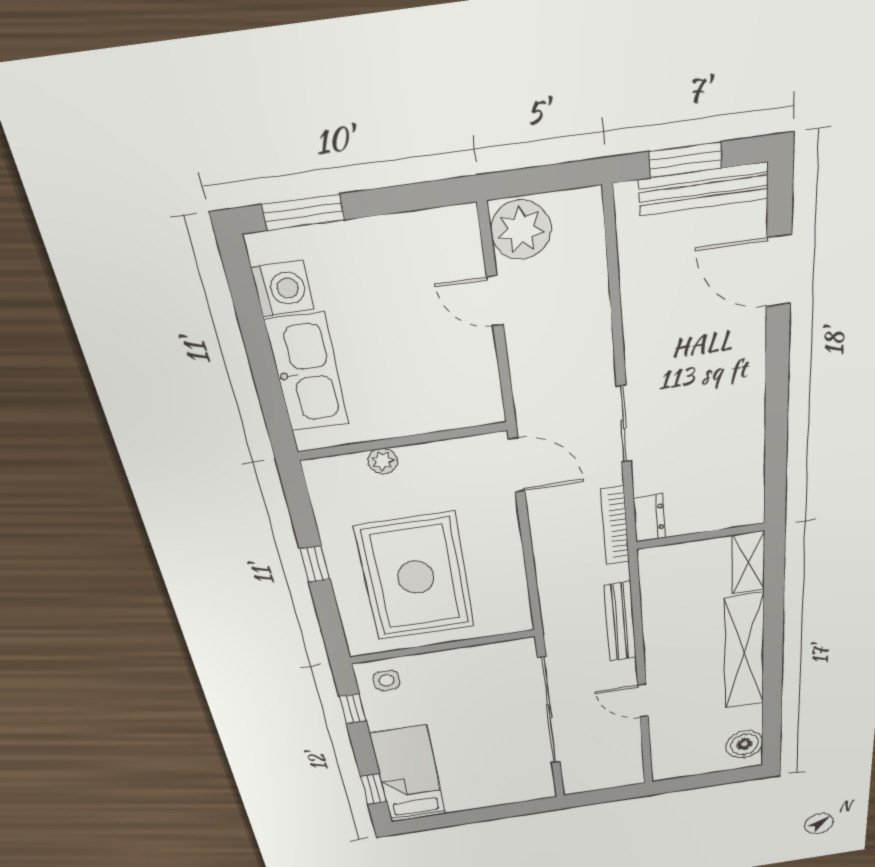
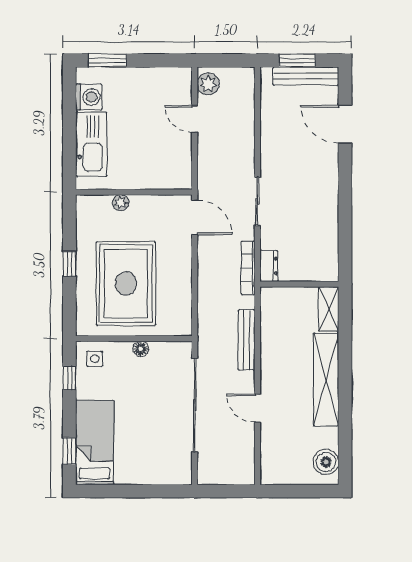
plant: (521, 230) -> (208, 84), width x0.73, depth x0.73
floor lamp: (456, 658) -> (141, 349), added

